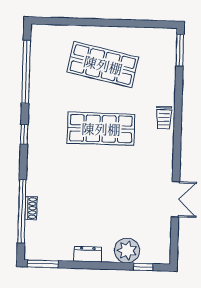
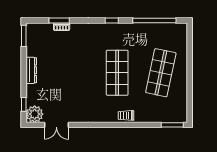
double door: (175, 199) -> (56, 125), moved
window: (22, 211) -> (59, 20), width x0.47
plant: (127, 251) -> (35, 114), moved
dresser: (88, 254) -> (31, 70), width x1.44

